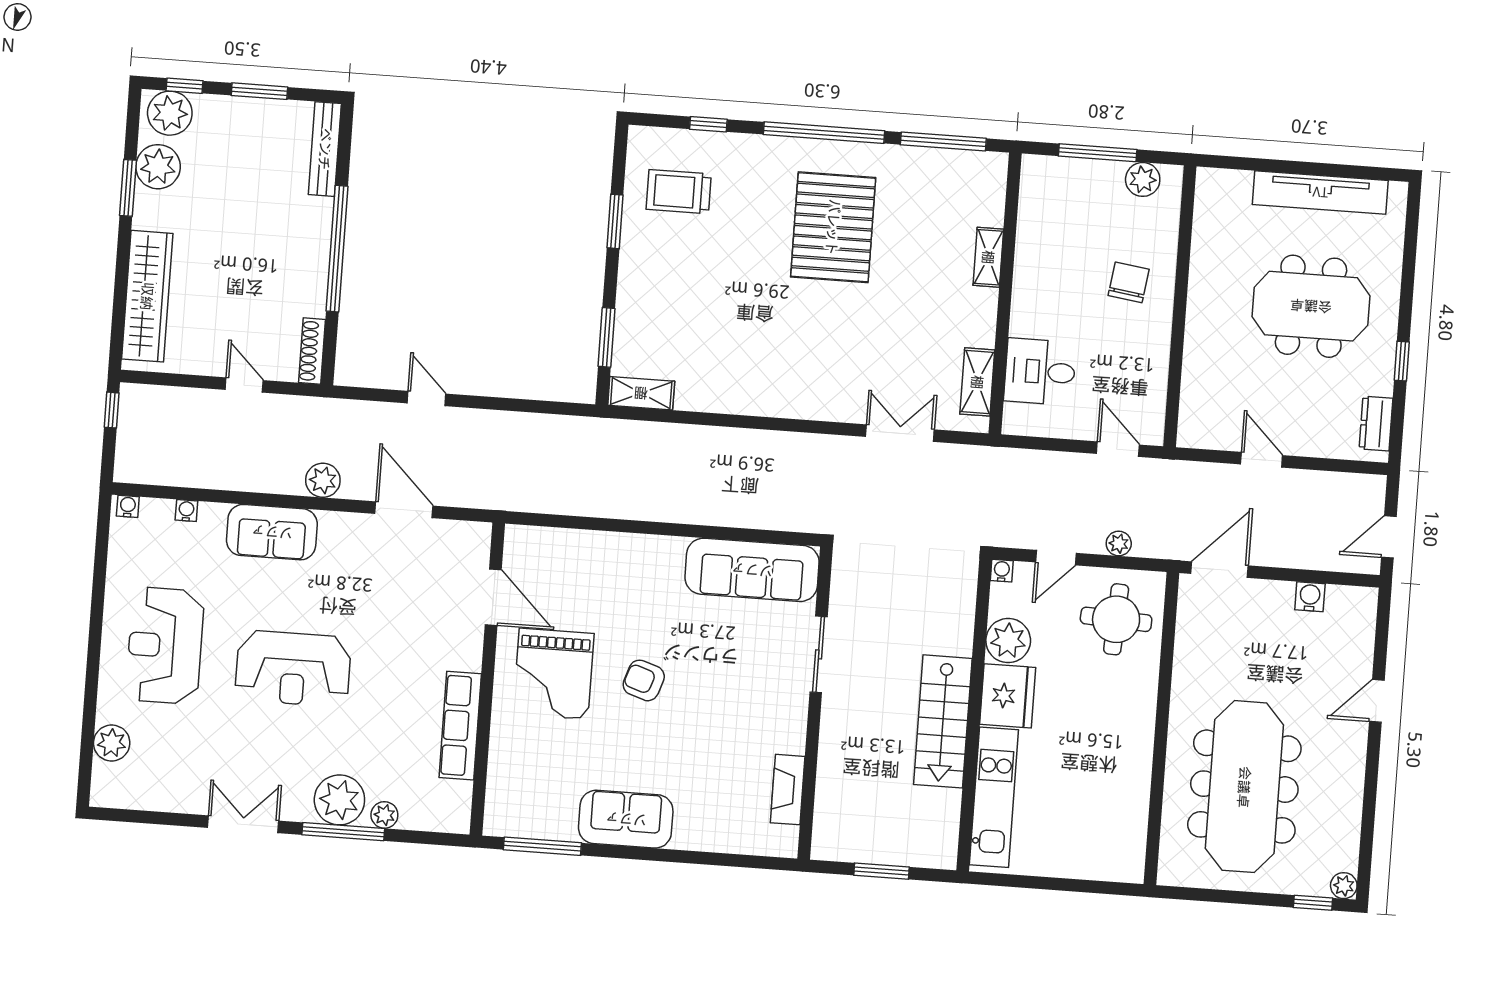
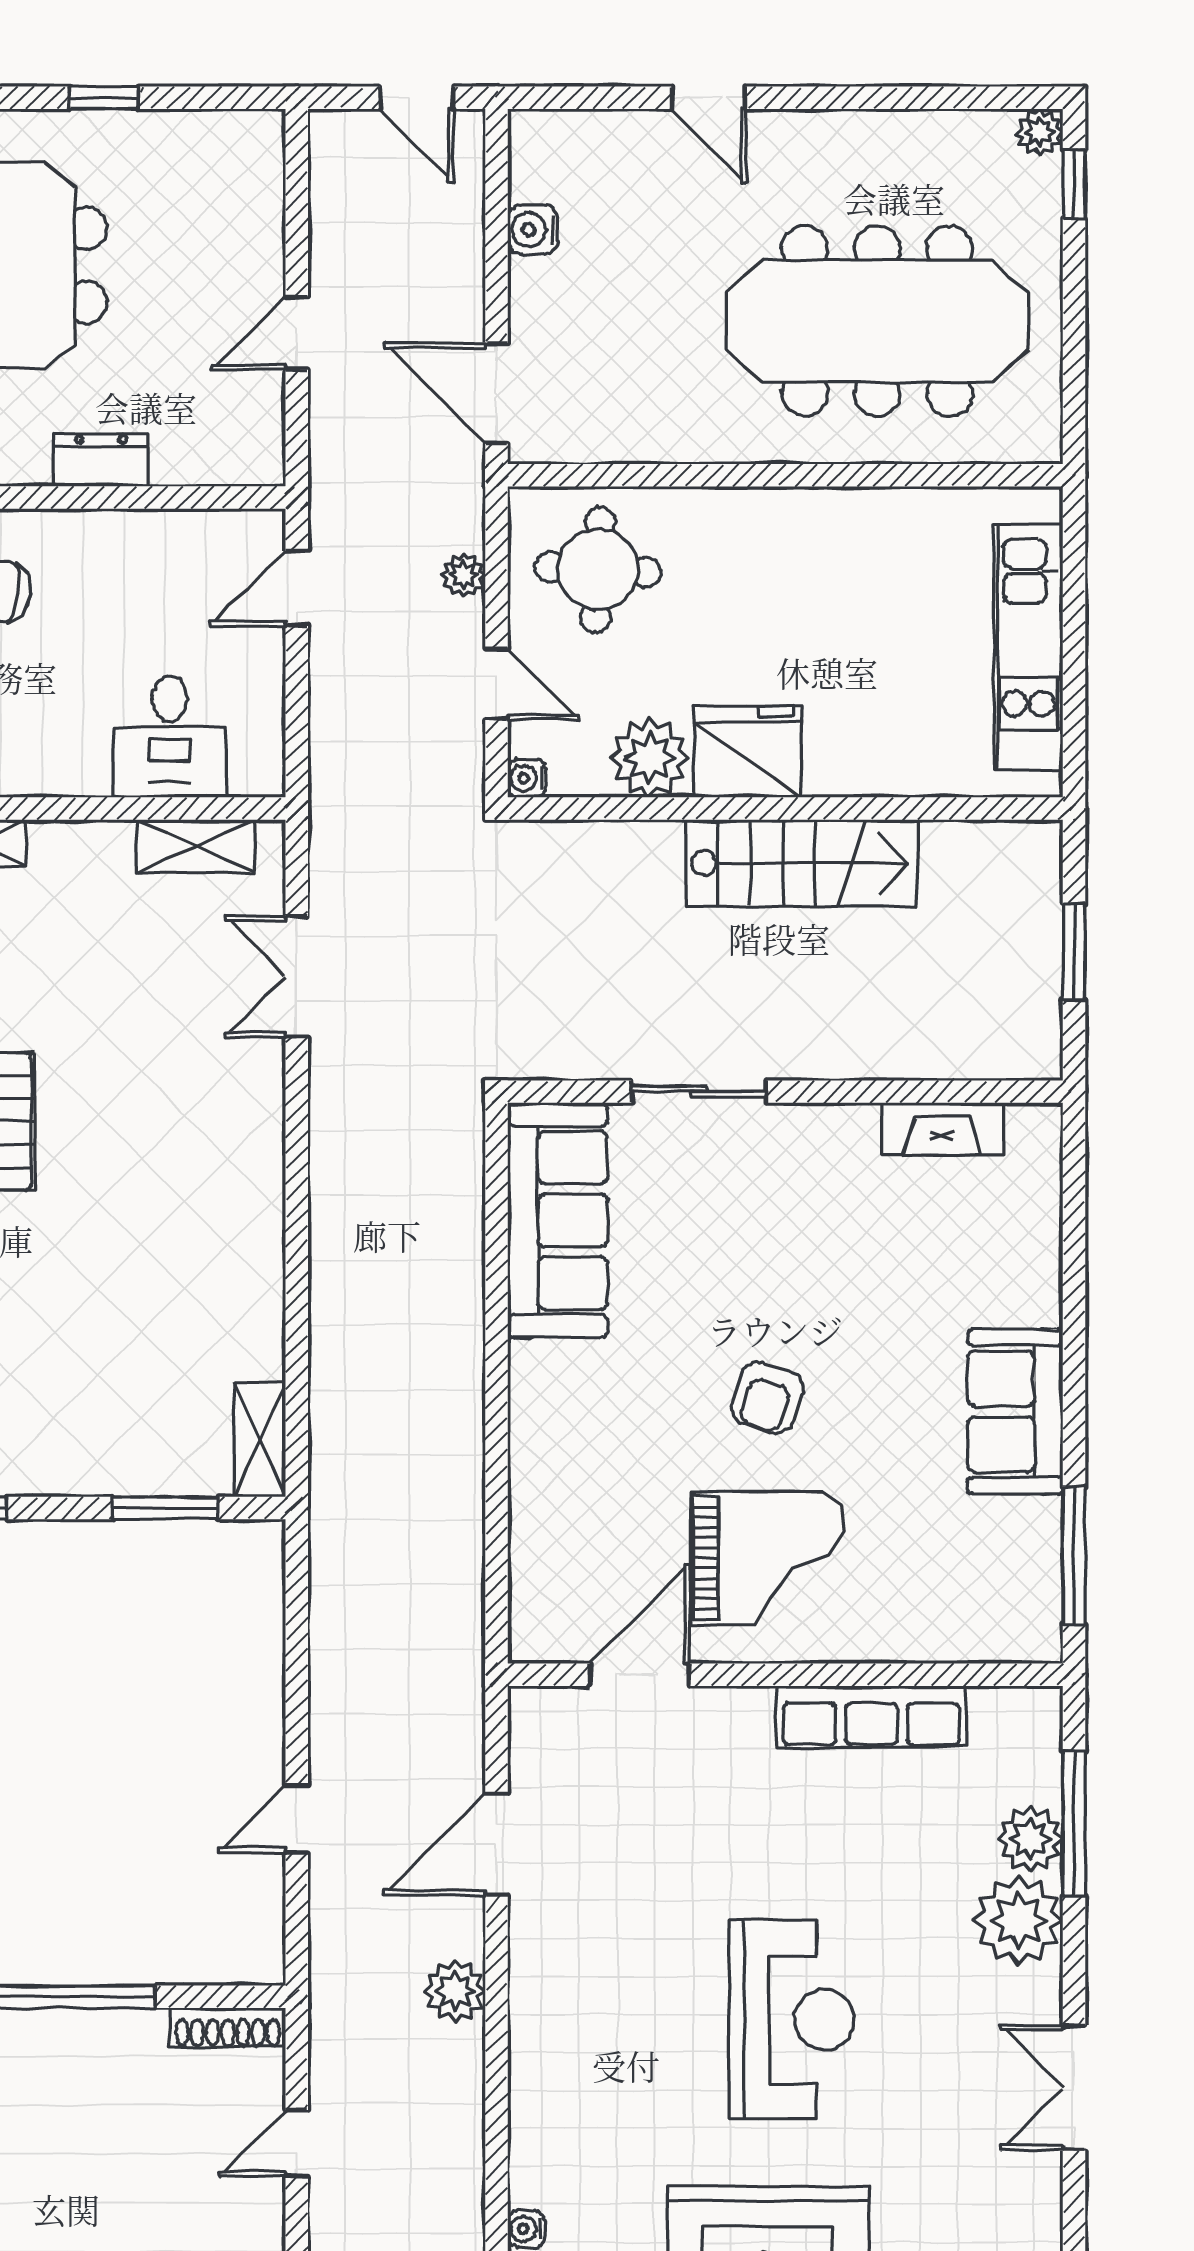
dresser: (1376, 424) -> (101, 460), moved, turned 180
sofa: (272, 532) -> (553, 2075), removed
kitchen unit: (994, 797) -> (1028, 647), moved, turned -90
plant: (384, 815) -> (1030, 1839), width x1.38, depth x1.38
window: (343, 832) -> (1074, 1824), moved

